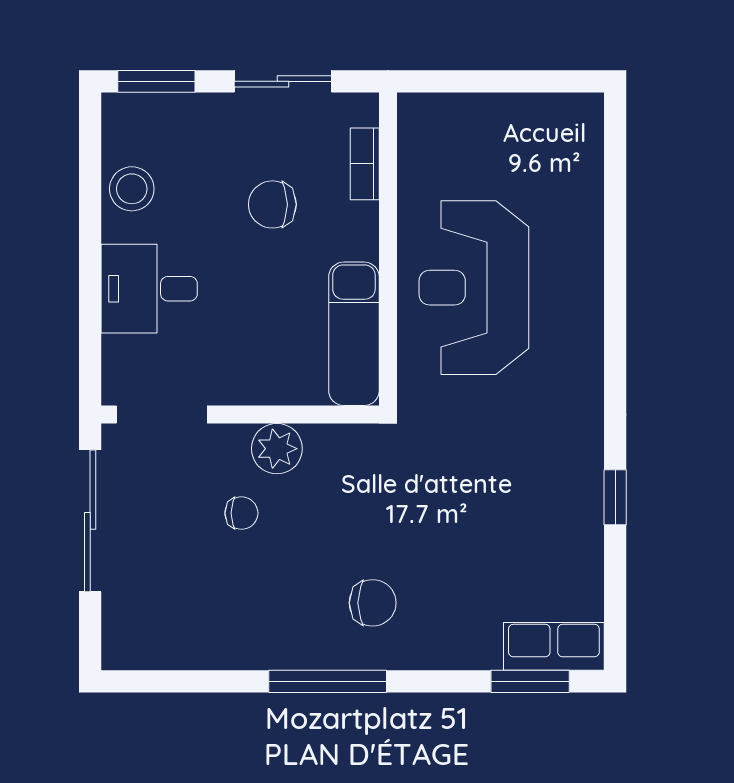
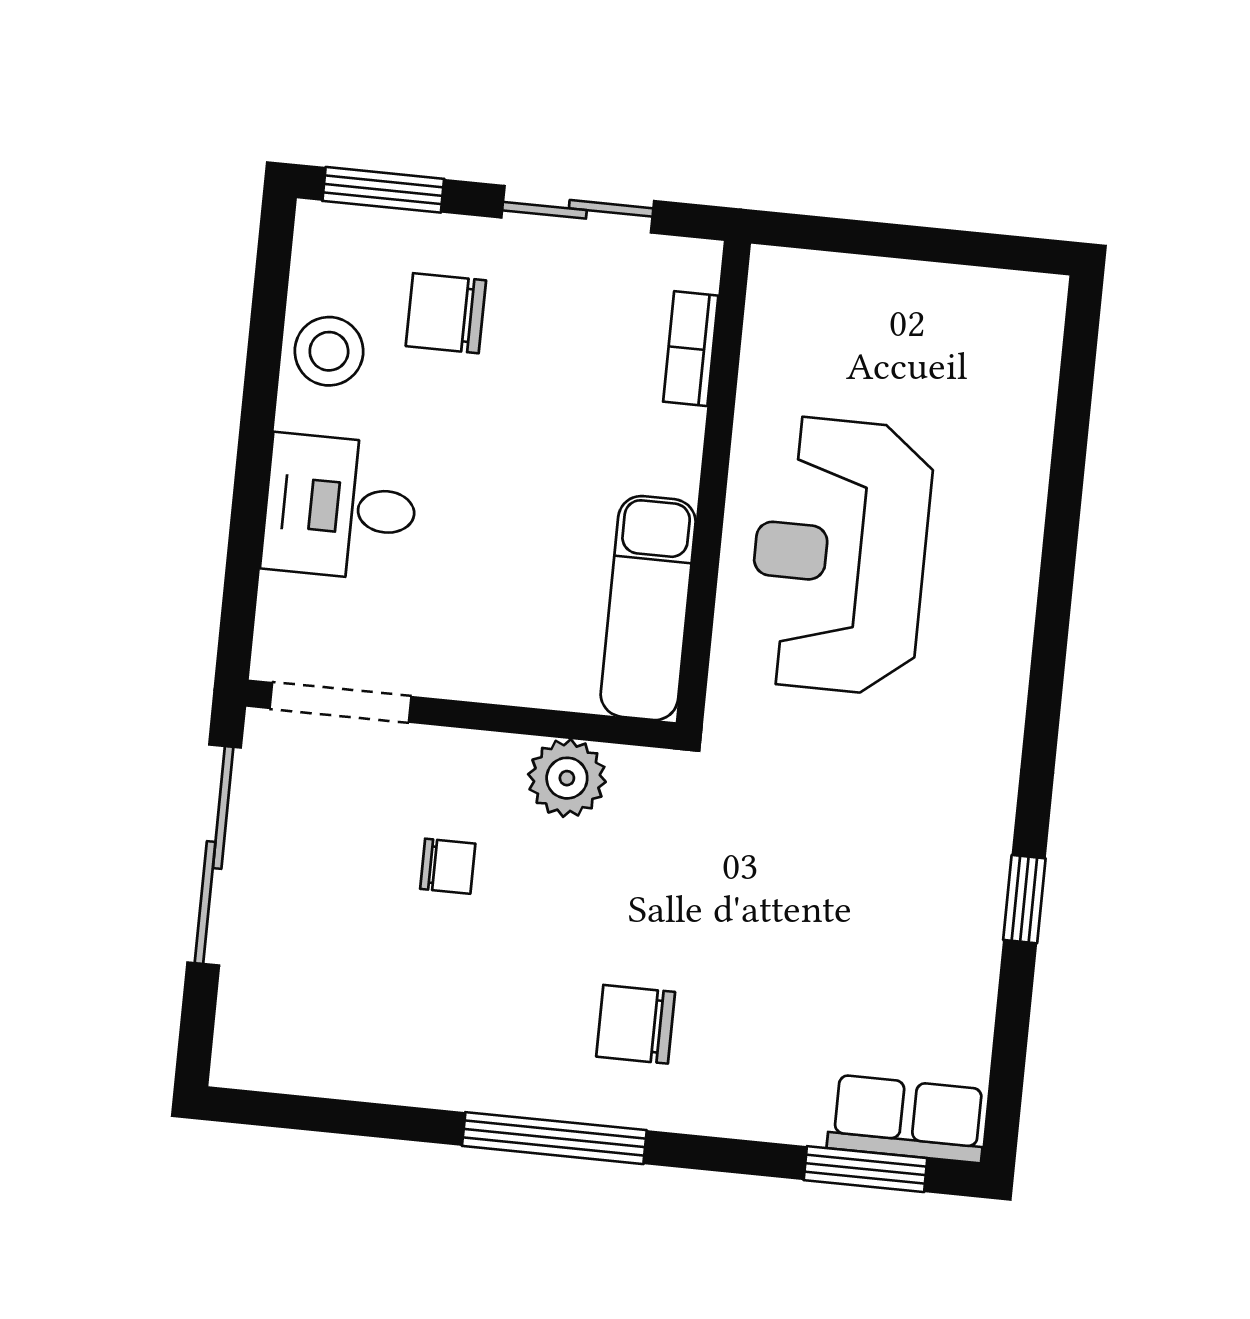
chair: (272, 204) -> (446, 313), moved
plant: (277, 449) -> (567, 778), moved
chair: (373, 603) -> (636, 1024), turned 180

